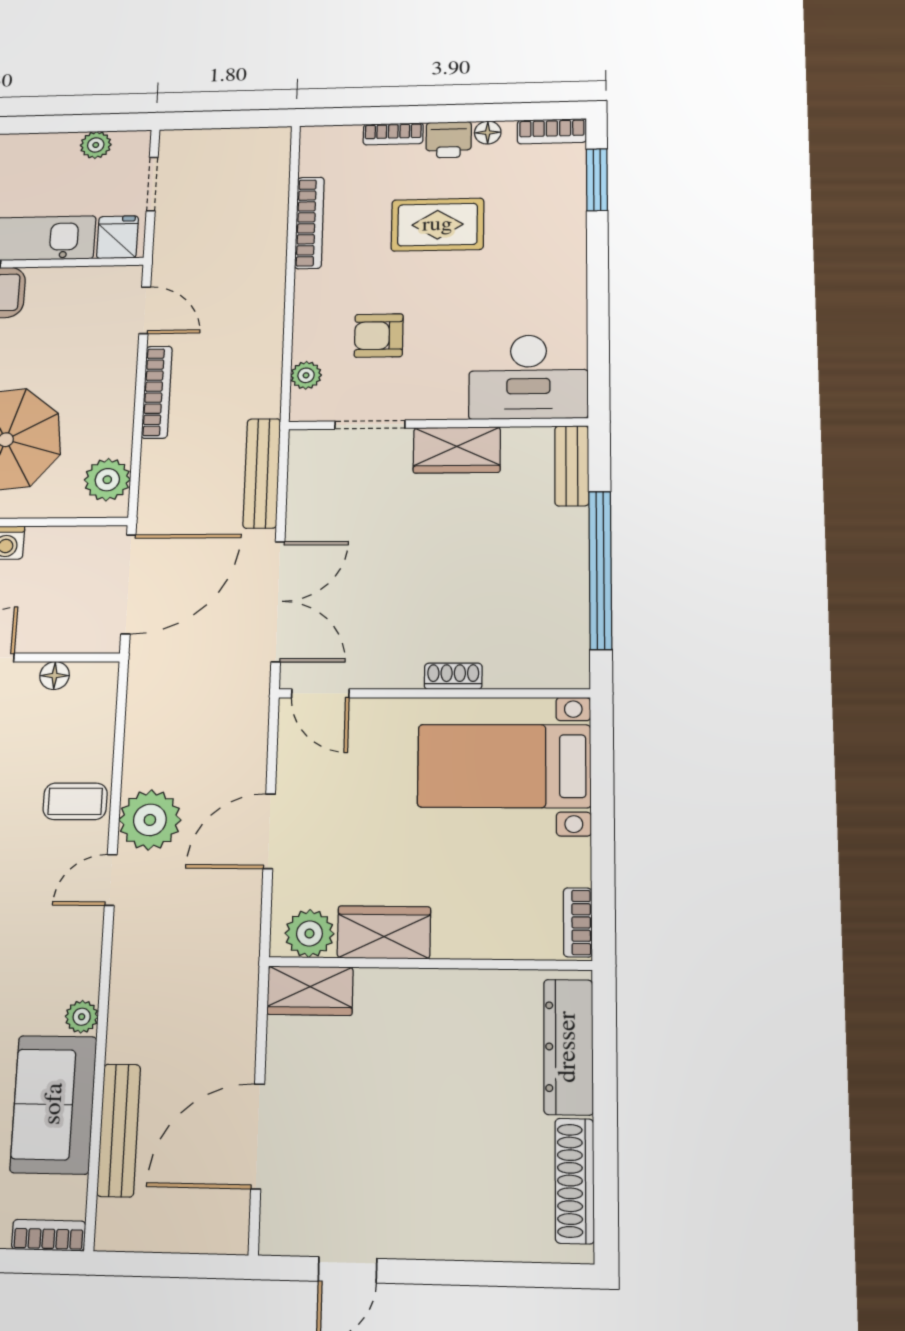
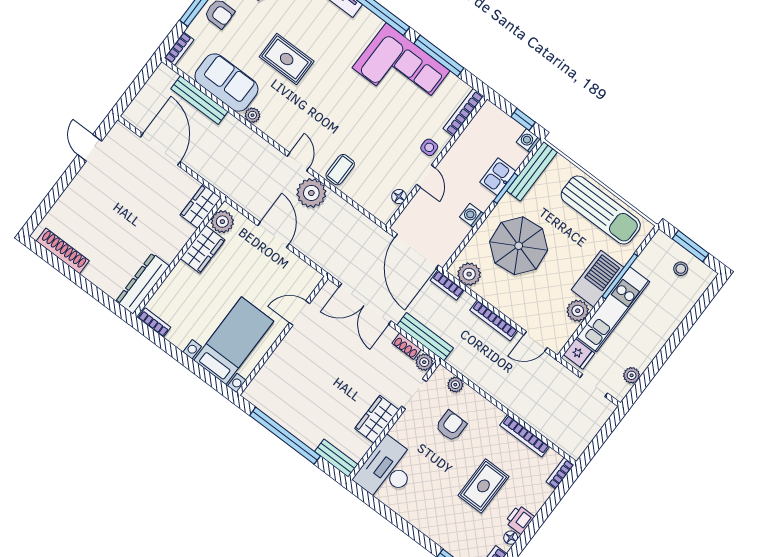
bookcase: (393, 134) -> (560, 473), moved
plant: (49, 286) -> (578, 311), added
plant: (305, 446) -> (424, 362), added
bookcase: (151, 499) -> (447, 285), added
shoe rack: (453, 676) -> (407, 346), moved, turned 90
door: (320, 693) -> (299, 313), moved
dresser: (568, 1047) -> (143, 284), moved, turned -90

